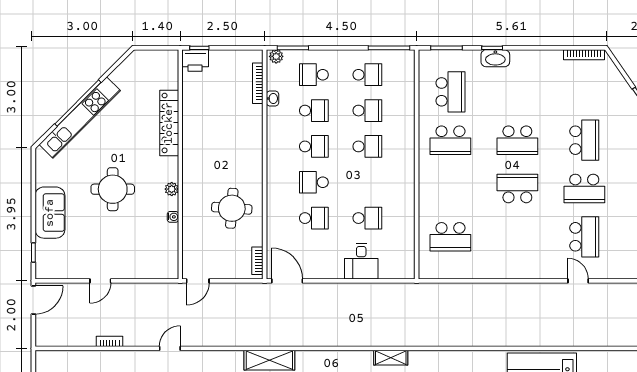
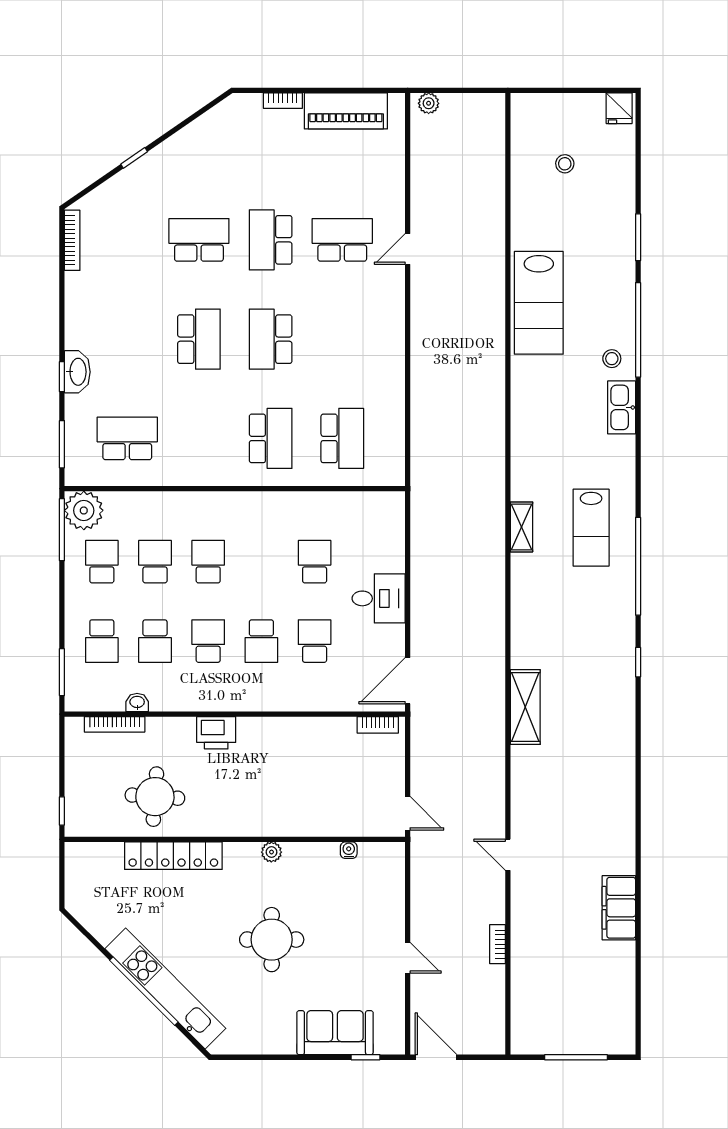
plant: (276, 56) -> (84, 510), moved, width x1.87, depth x1.87
printer: (195, 60) -> (216, 733), moved, turned 90
school desk: (314, 111) -> (155, 641), turned 180
school desk: (450, 140) -> (271, 438), moved
school desk: (584, 188) -> (271, 240), turned 180
round table: (232, 208) -> (155, 797), moved
sofa: (50, 213) -> (335, 1033), moved
water cooler: (173, 217) -> (349, 850), moved
desk: (361, 261) -> (379, 598), moved

